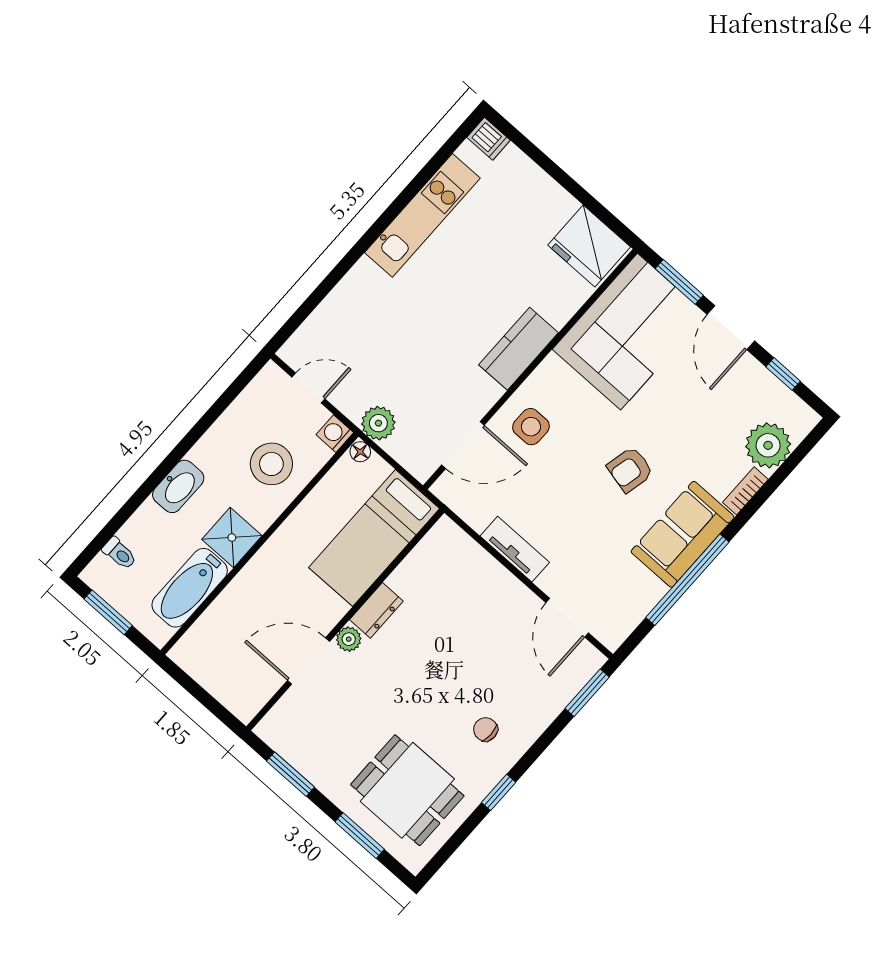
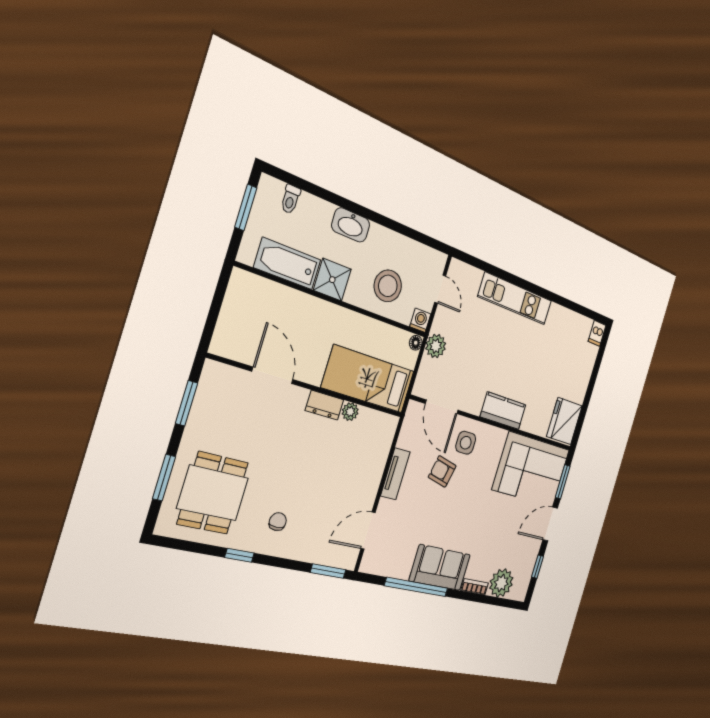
kitchen unit: (422, 215) -> (515, 299), moved
armchair: (630, 470) -> (442, 471), moved
plant: (349, 639) -> (350, 412), moved

